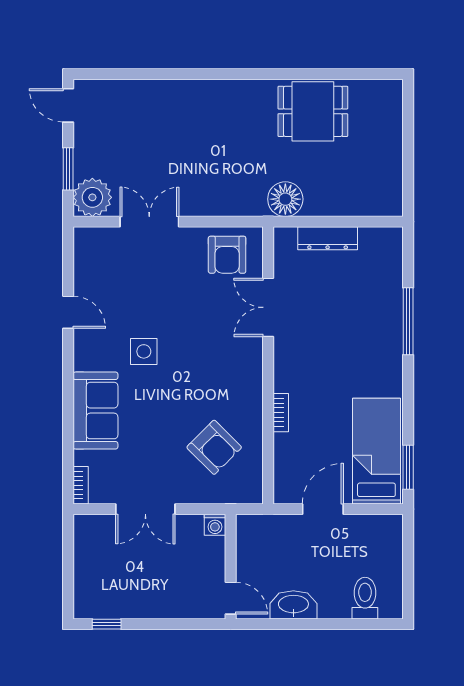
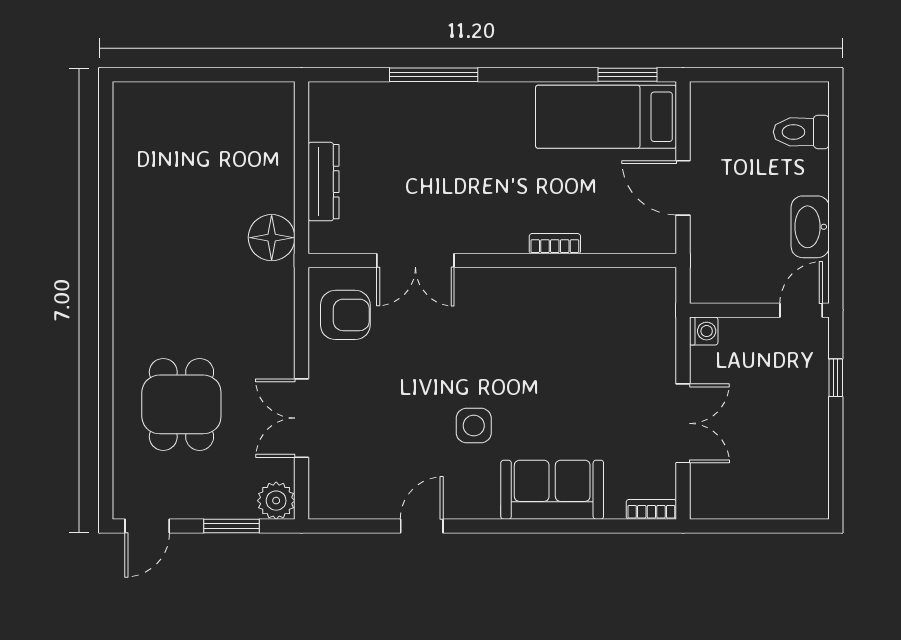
dining table: (313, 111) -> (181, 404), moved
plant: (92, 197) -> (276, 501), width x0.73, depth x0.73
armchair: (214, 447) -> (601, 332), removed
window: (107, 624) -> (836, 378), moved

